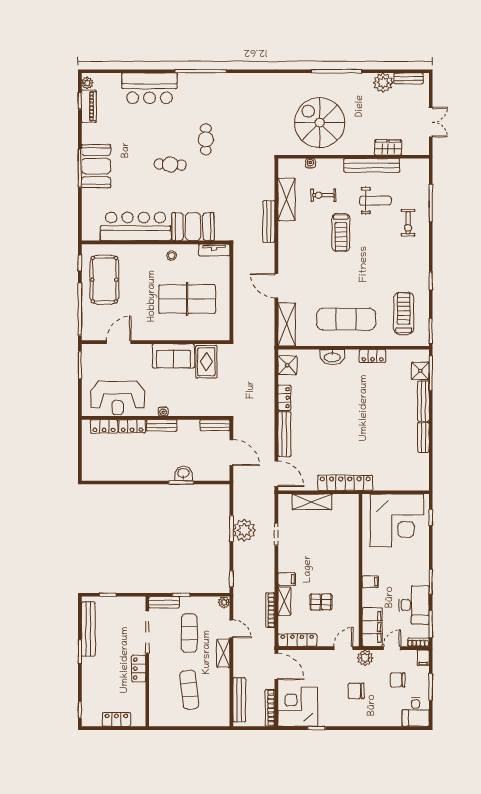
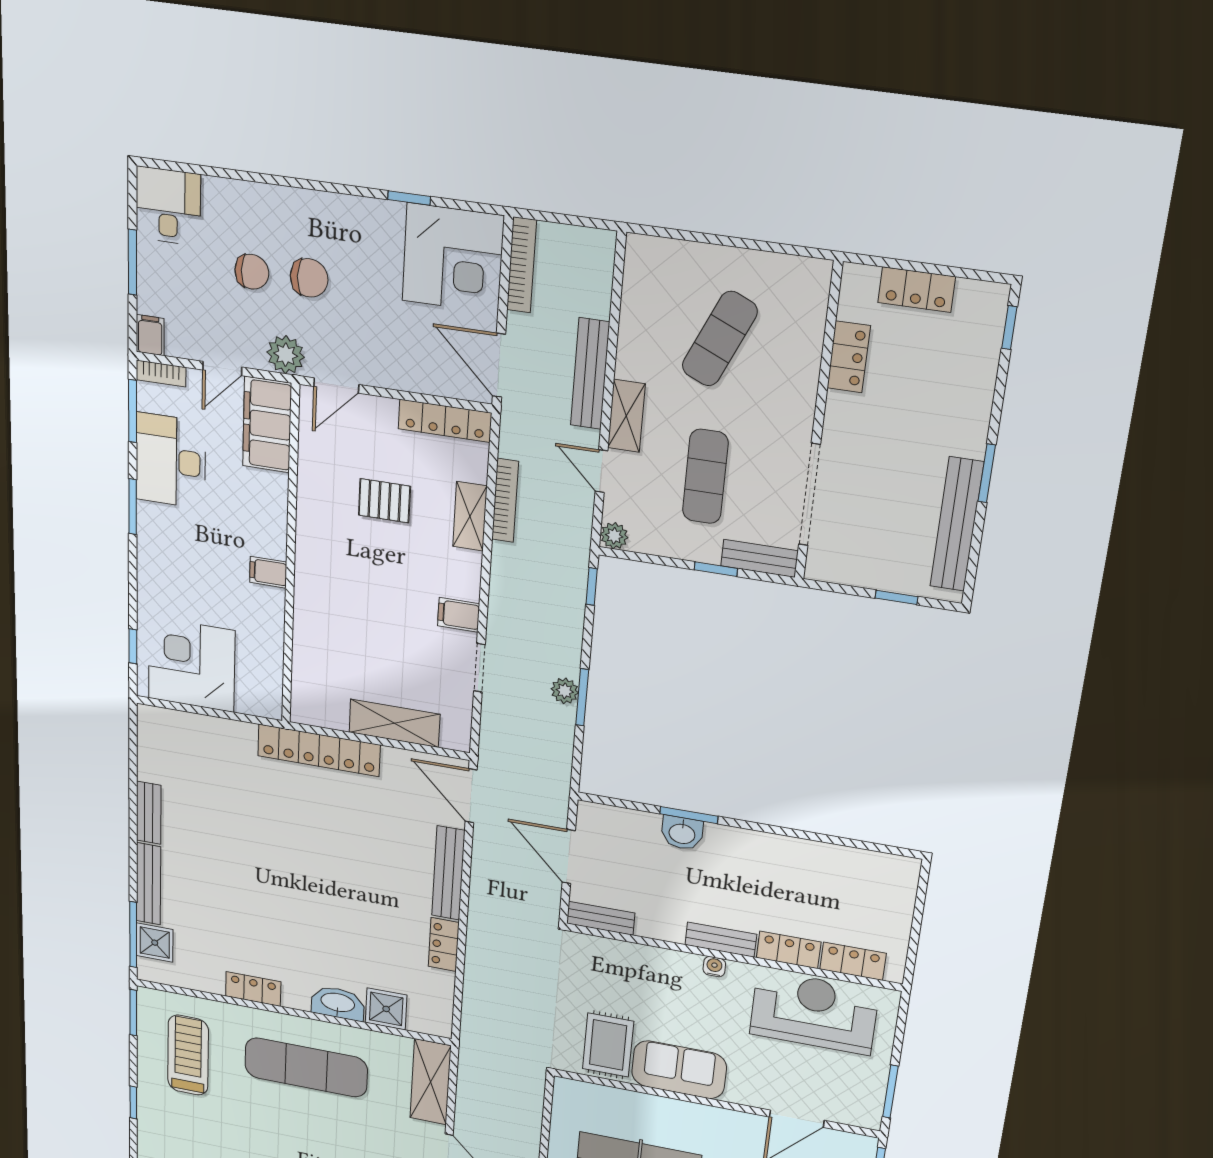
treadmill: (404, 313) -> (188, 1055), turned 180
shower: (287, 365) -> (386, 1009), moved
corner desk: (397, 520) -> (192, 665), width x0.74, depth x0.74
plant: (244, 530) -> (565, 691), width x0.53, depth x0.53
filing cabinet: (287, 579) -> (459, 615), moved
filing cabinet: (370, 582) -> (268, 572), moved
locker: (139, 669) -> (849, 357), moved
chair: (398, 680) -> (252, 272), moved
exercise mat: (189, 690) -> (720, 339), turned 30
bench: (239, 700) -> (590, 374), moved

